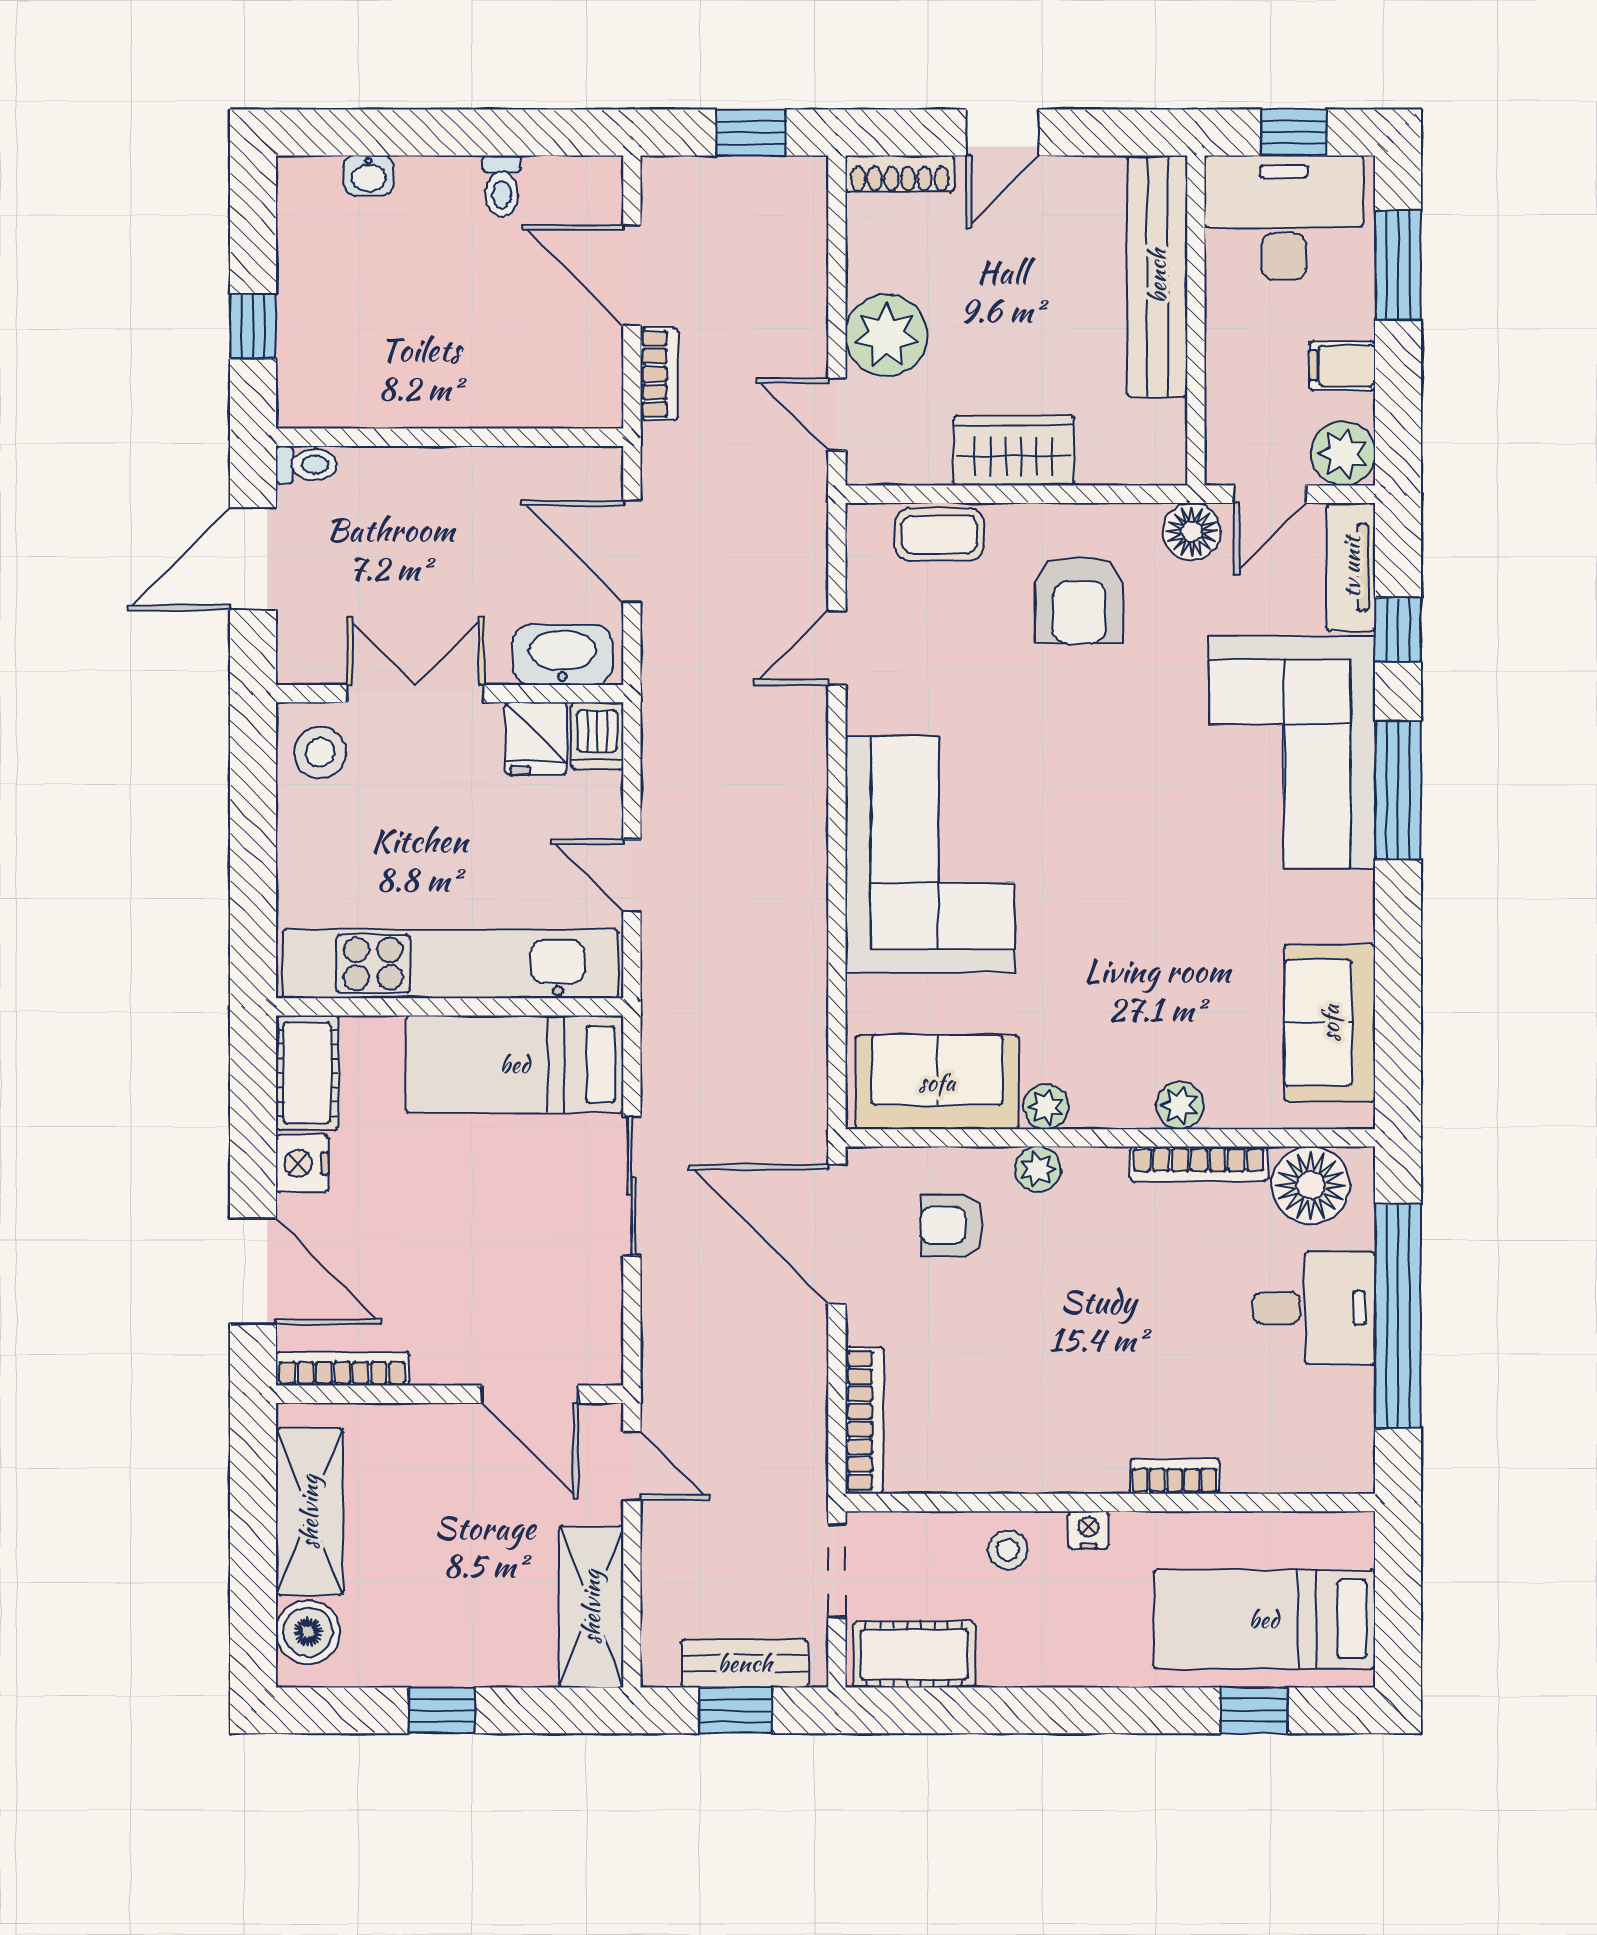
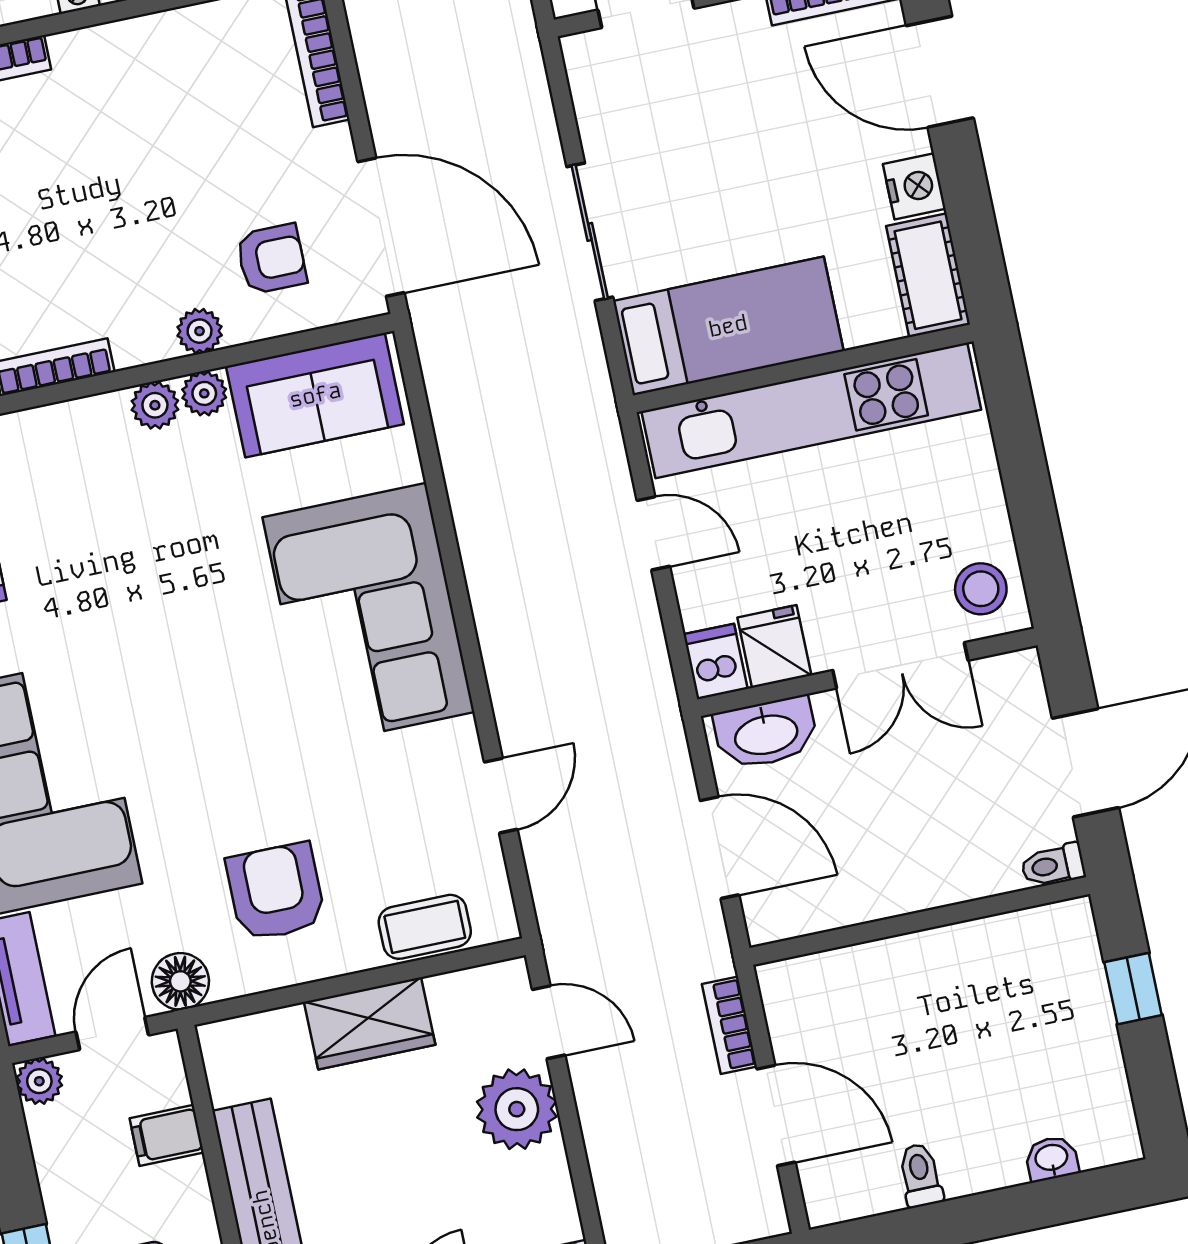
filing cabinet: (1342, 366) -> (167, 1135), moved, turned 180
plant: (1343, 454) -> (39, 1081), width x0.73, depth x0.73
plant: (1180, 1105) -> (155, 405), moved

